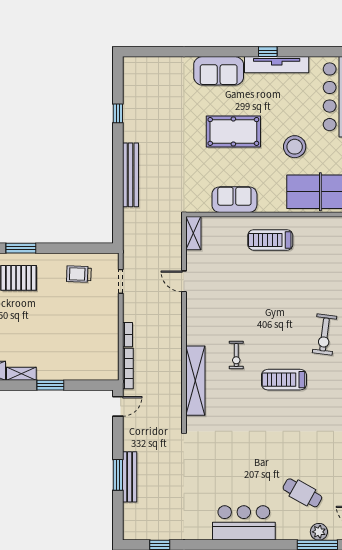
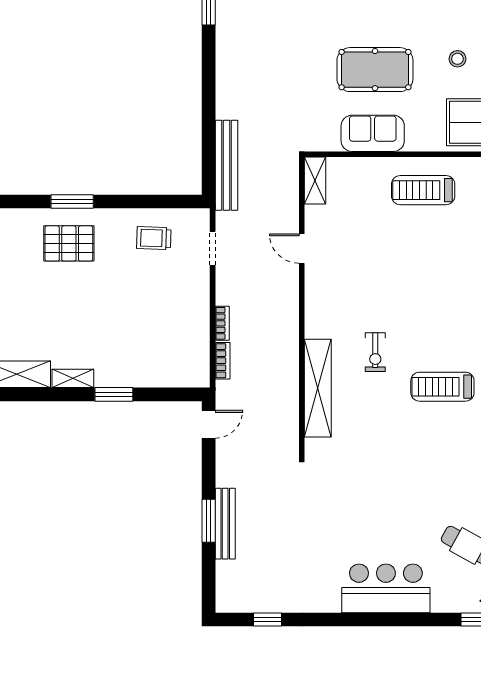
pool table: (233, 131) -> (375, 70), moved
stool: (295, 147) -> (457, 59), width x0.53, depth x0.53
bench: (131, 175) -> (226, 165), moved
bookcase: (128, 369) -> (223, 361), width x0.64

